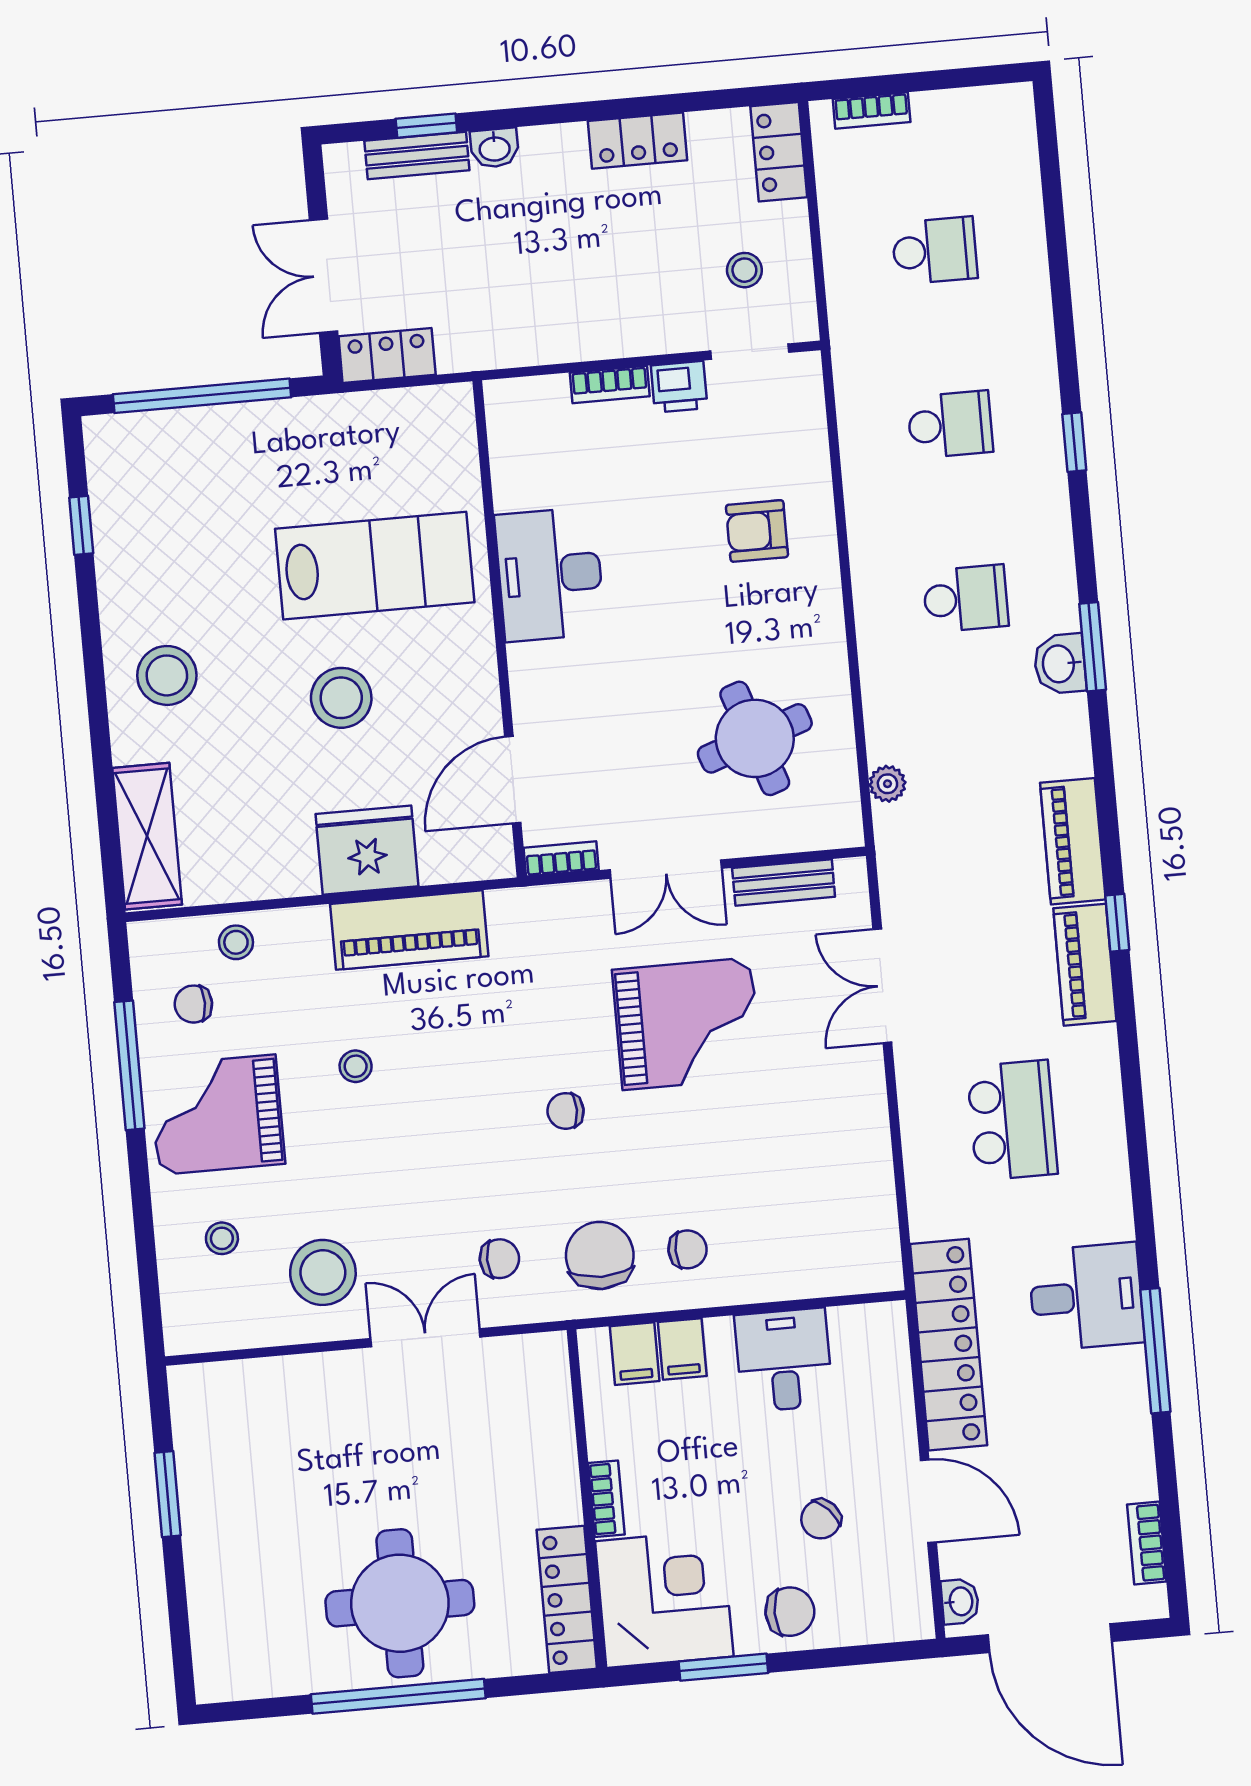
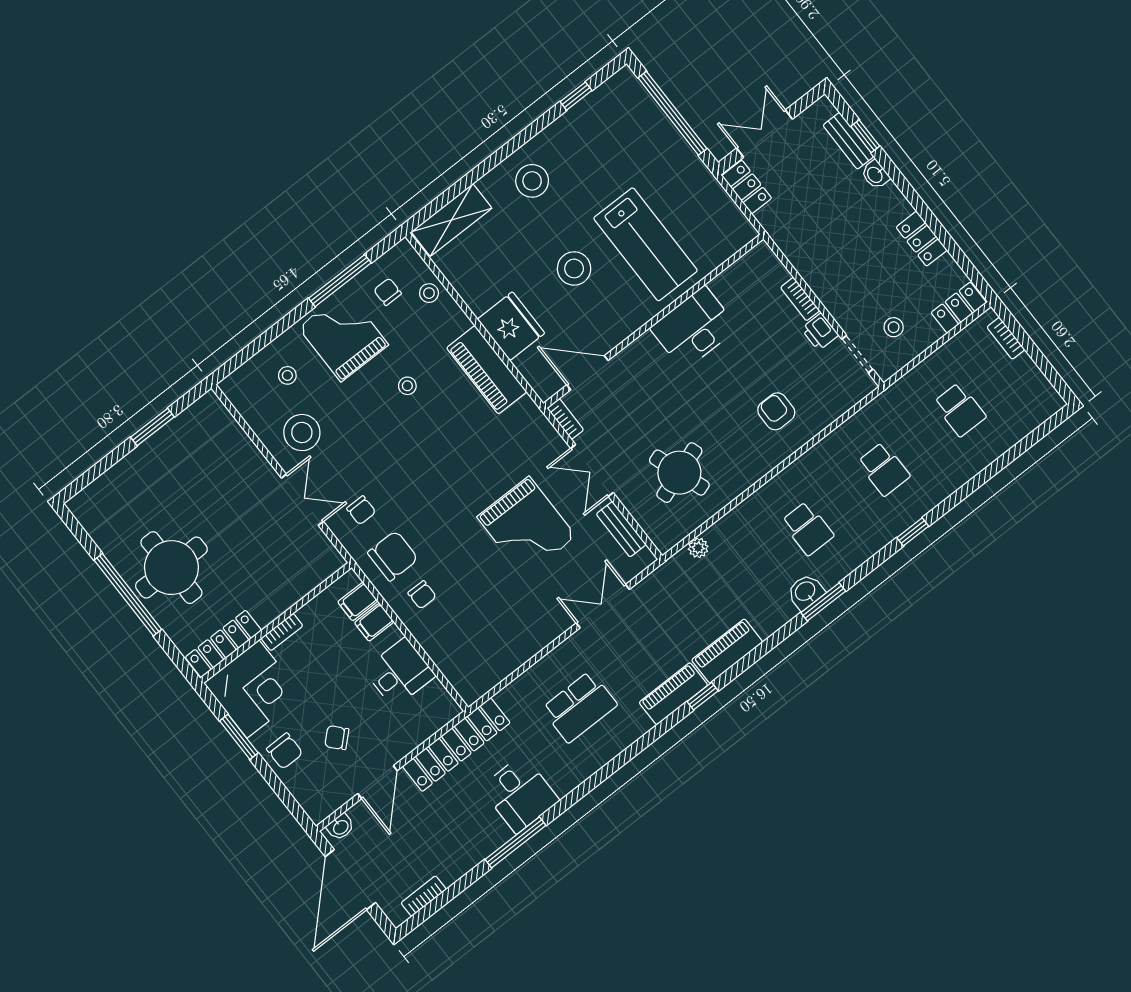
chair: (566, 1111) -> (450, 497), removed

